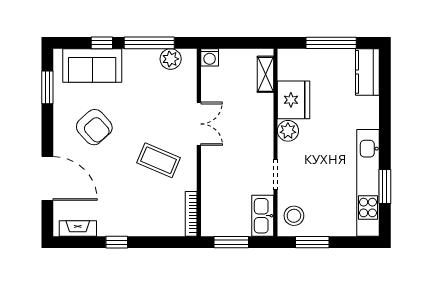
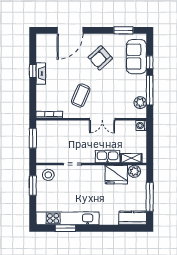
plant: (288, 131) -> (134, 171), moved
kitchen sink: (263, 216) -> (108, 157), moved
fireplace: (78, 228) -> (41, 73), moved

